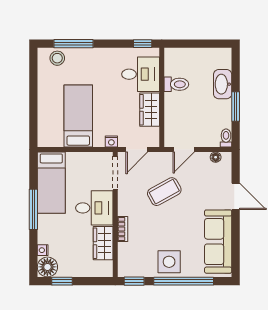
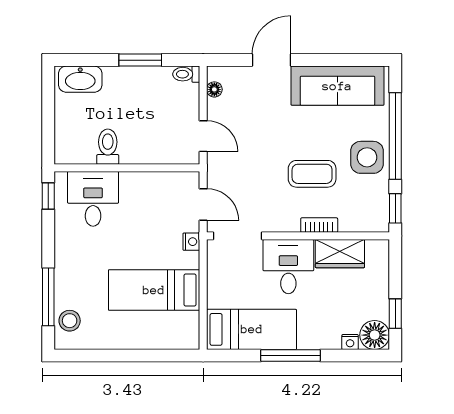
washbasin: (223, 84) -> (80, 79), moved
wardrobe: (150, 110) -> (145, 186), removed
coffee table: (164, 192) -> (312, 174), moved, turned -61

